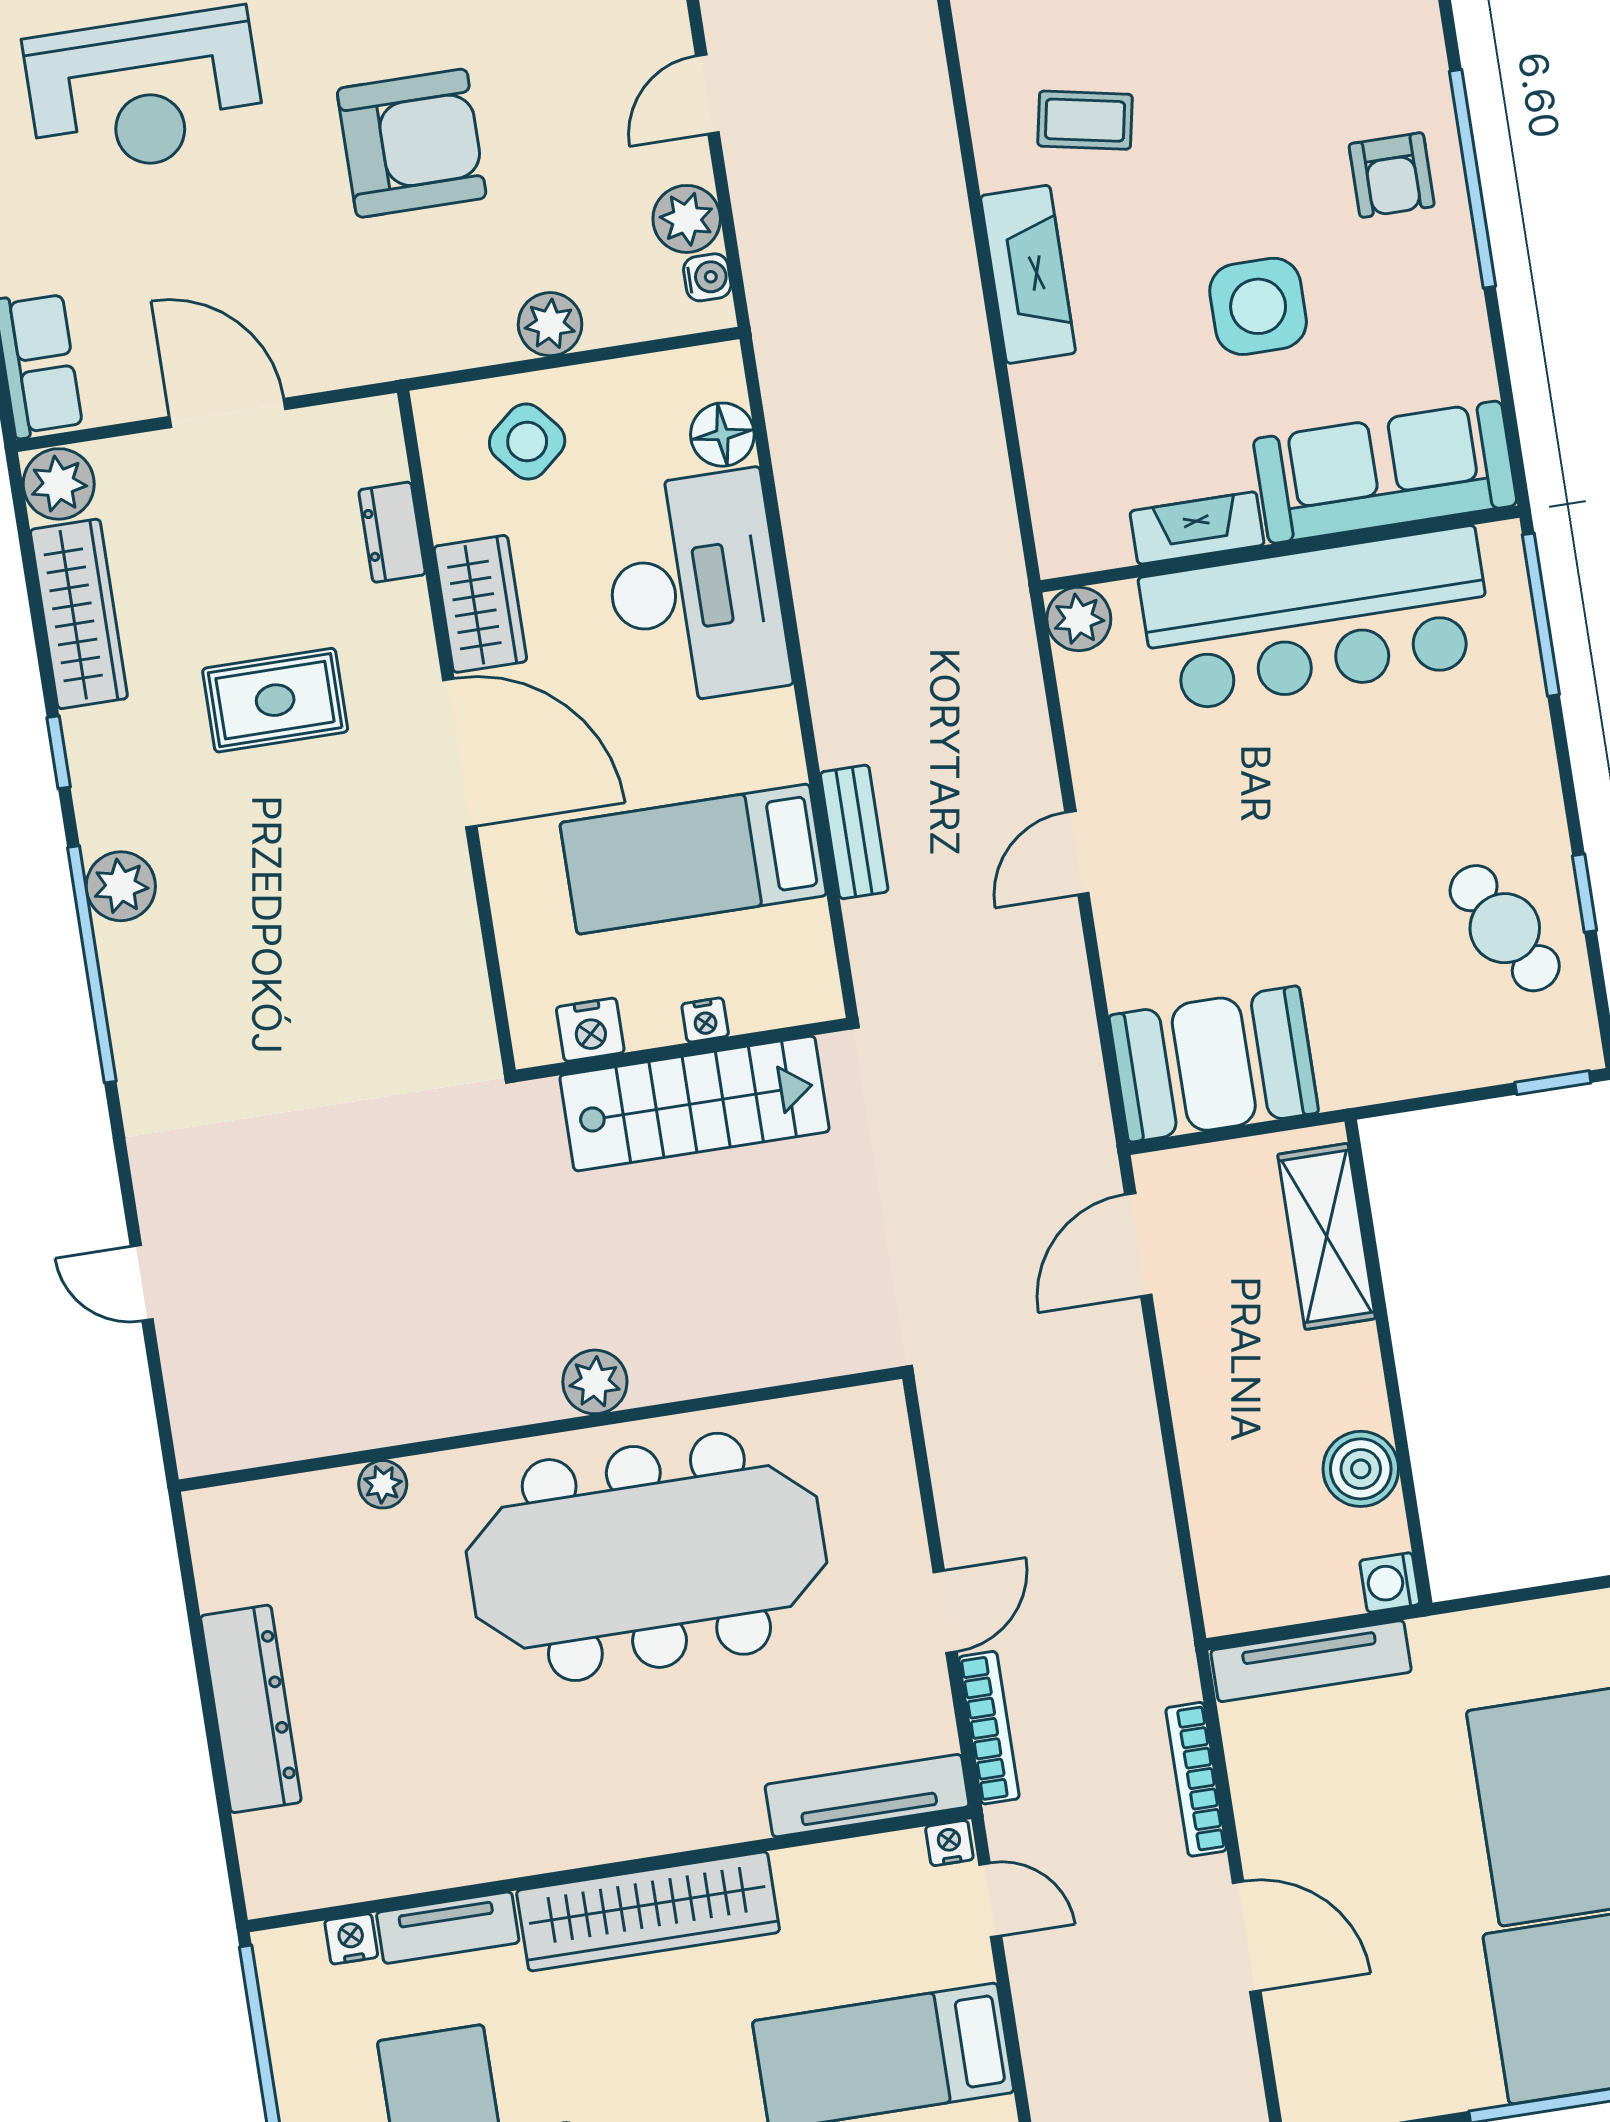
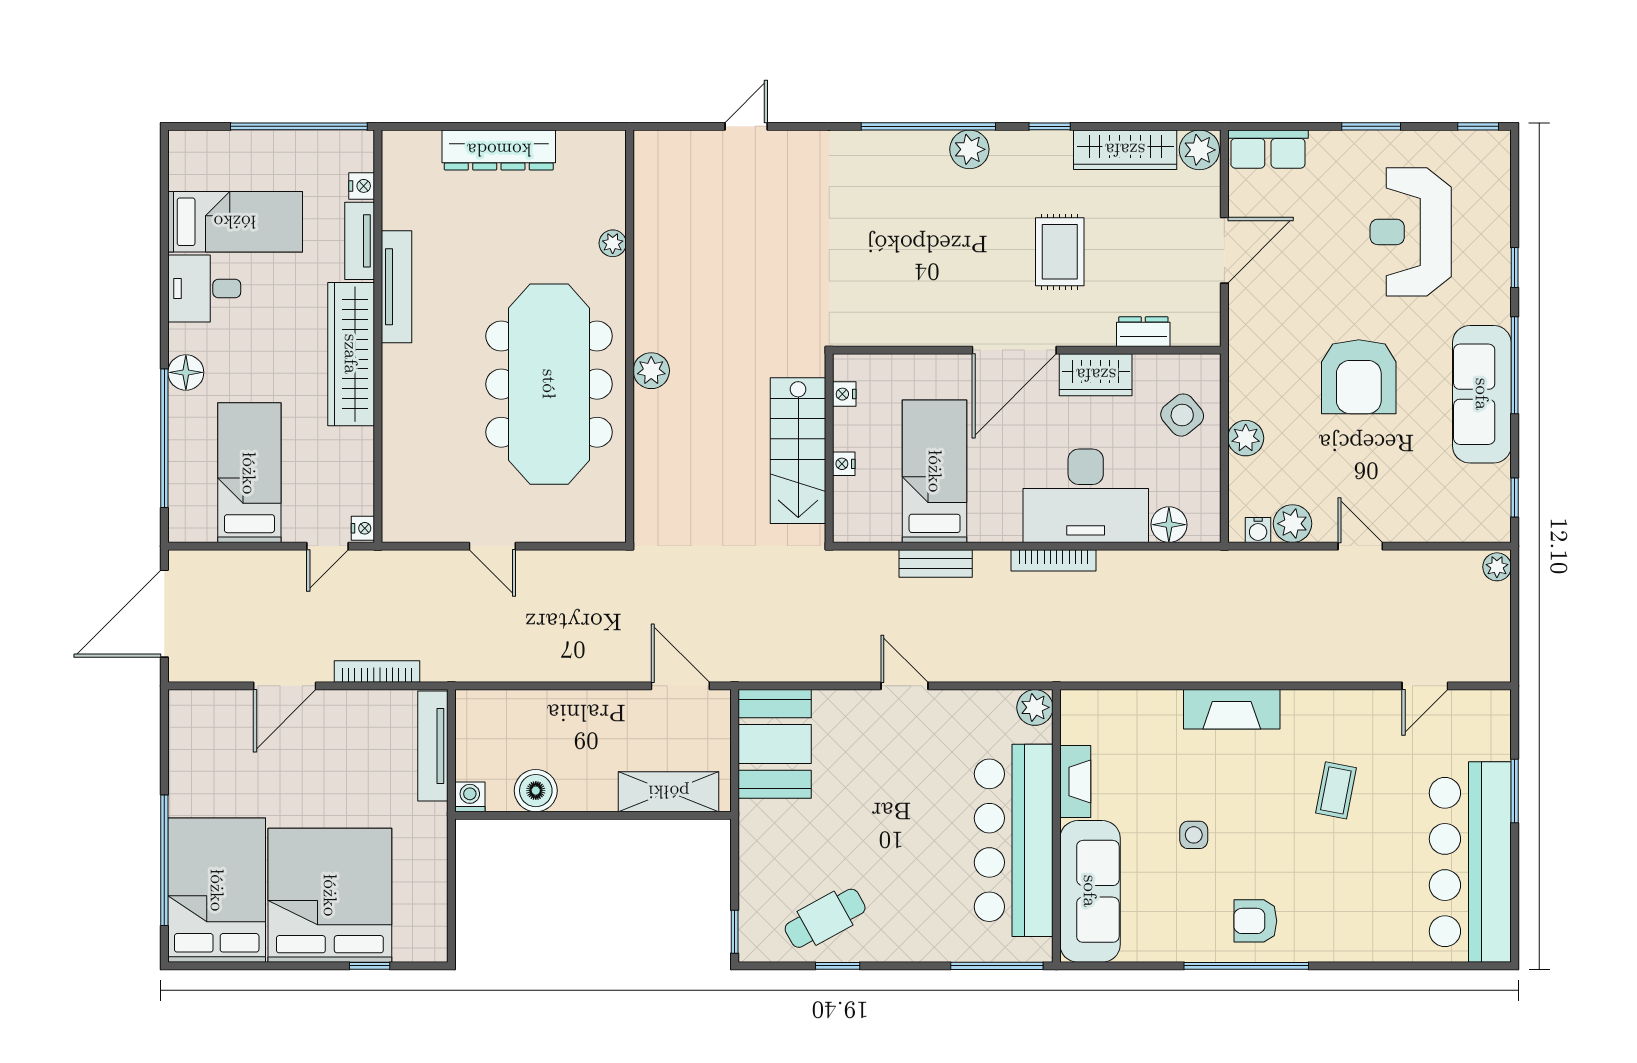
coffee table: (1085, 120) -> (1336, 790), moved
side table: (1258, 306) -> (1194, 835), width x0.54, depth x0.54
nightstand: (590, 1030) -> (844, 394), width x0.72, depth x0.74
bookcase: (989, 1728) -> (1053, 560), moved
tv unit: (867, 1796) -> (397, 287), moved

